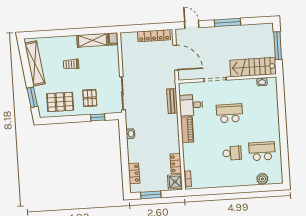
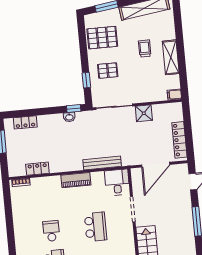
shelving: (93, 40) -> (171, 57), moved
bench: (172, 101) -> (102, 163), width x1.36
pallet: (60, 102) -> (102, 38), turned 90
desk: (191, 105) -> (117, 182), moved
window: (123, 130) -> (74, 108), added
school desk: (232, 153) -> (51, 231), turned 180
shower: (175, 182) -> (144, 113), moved

